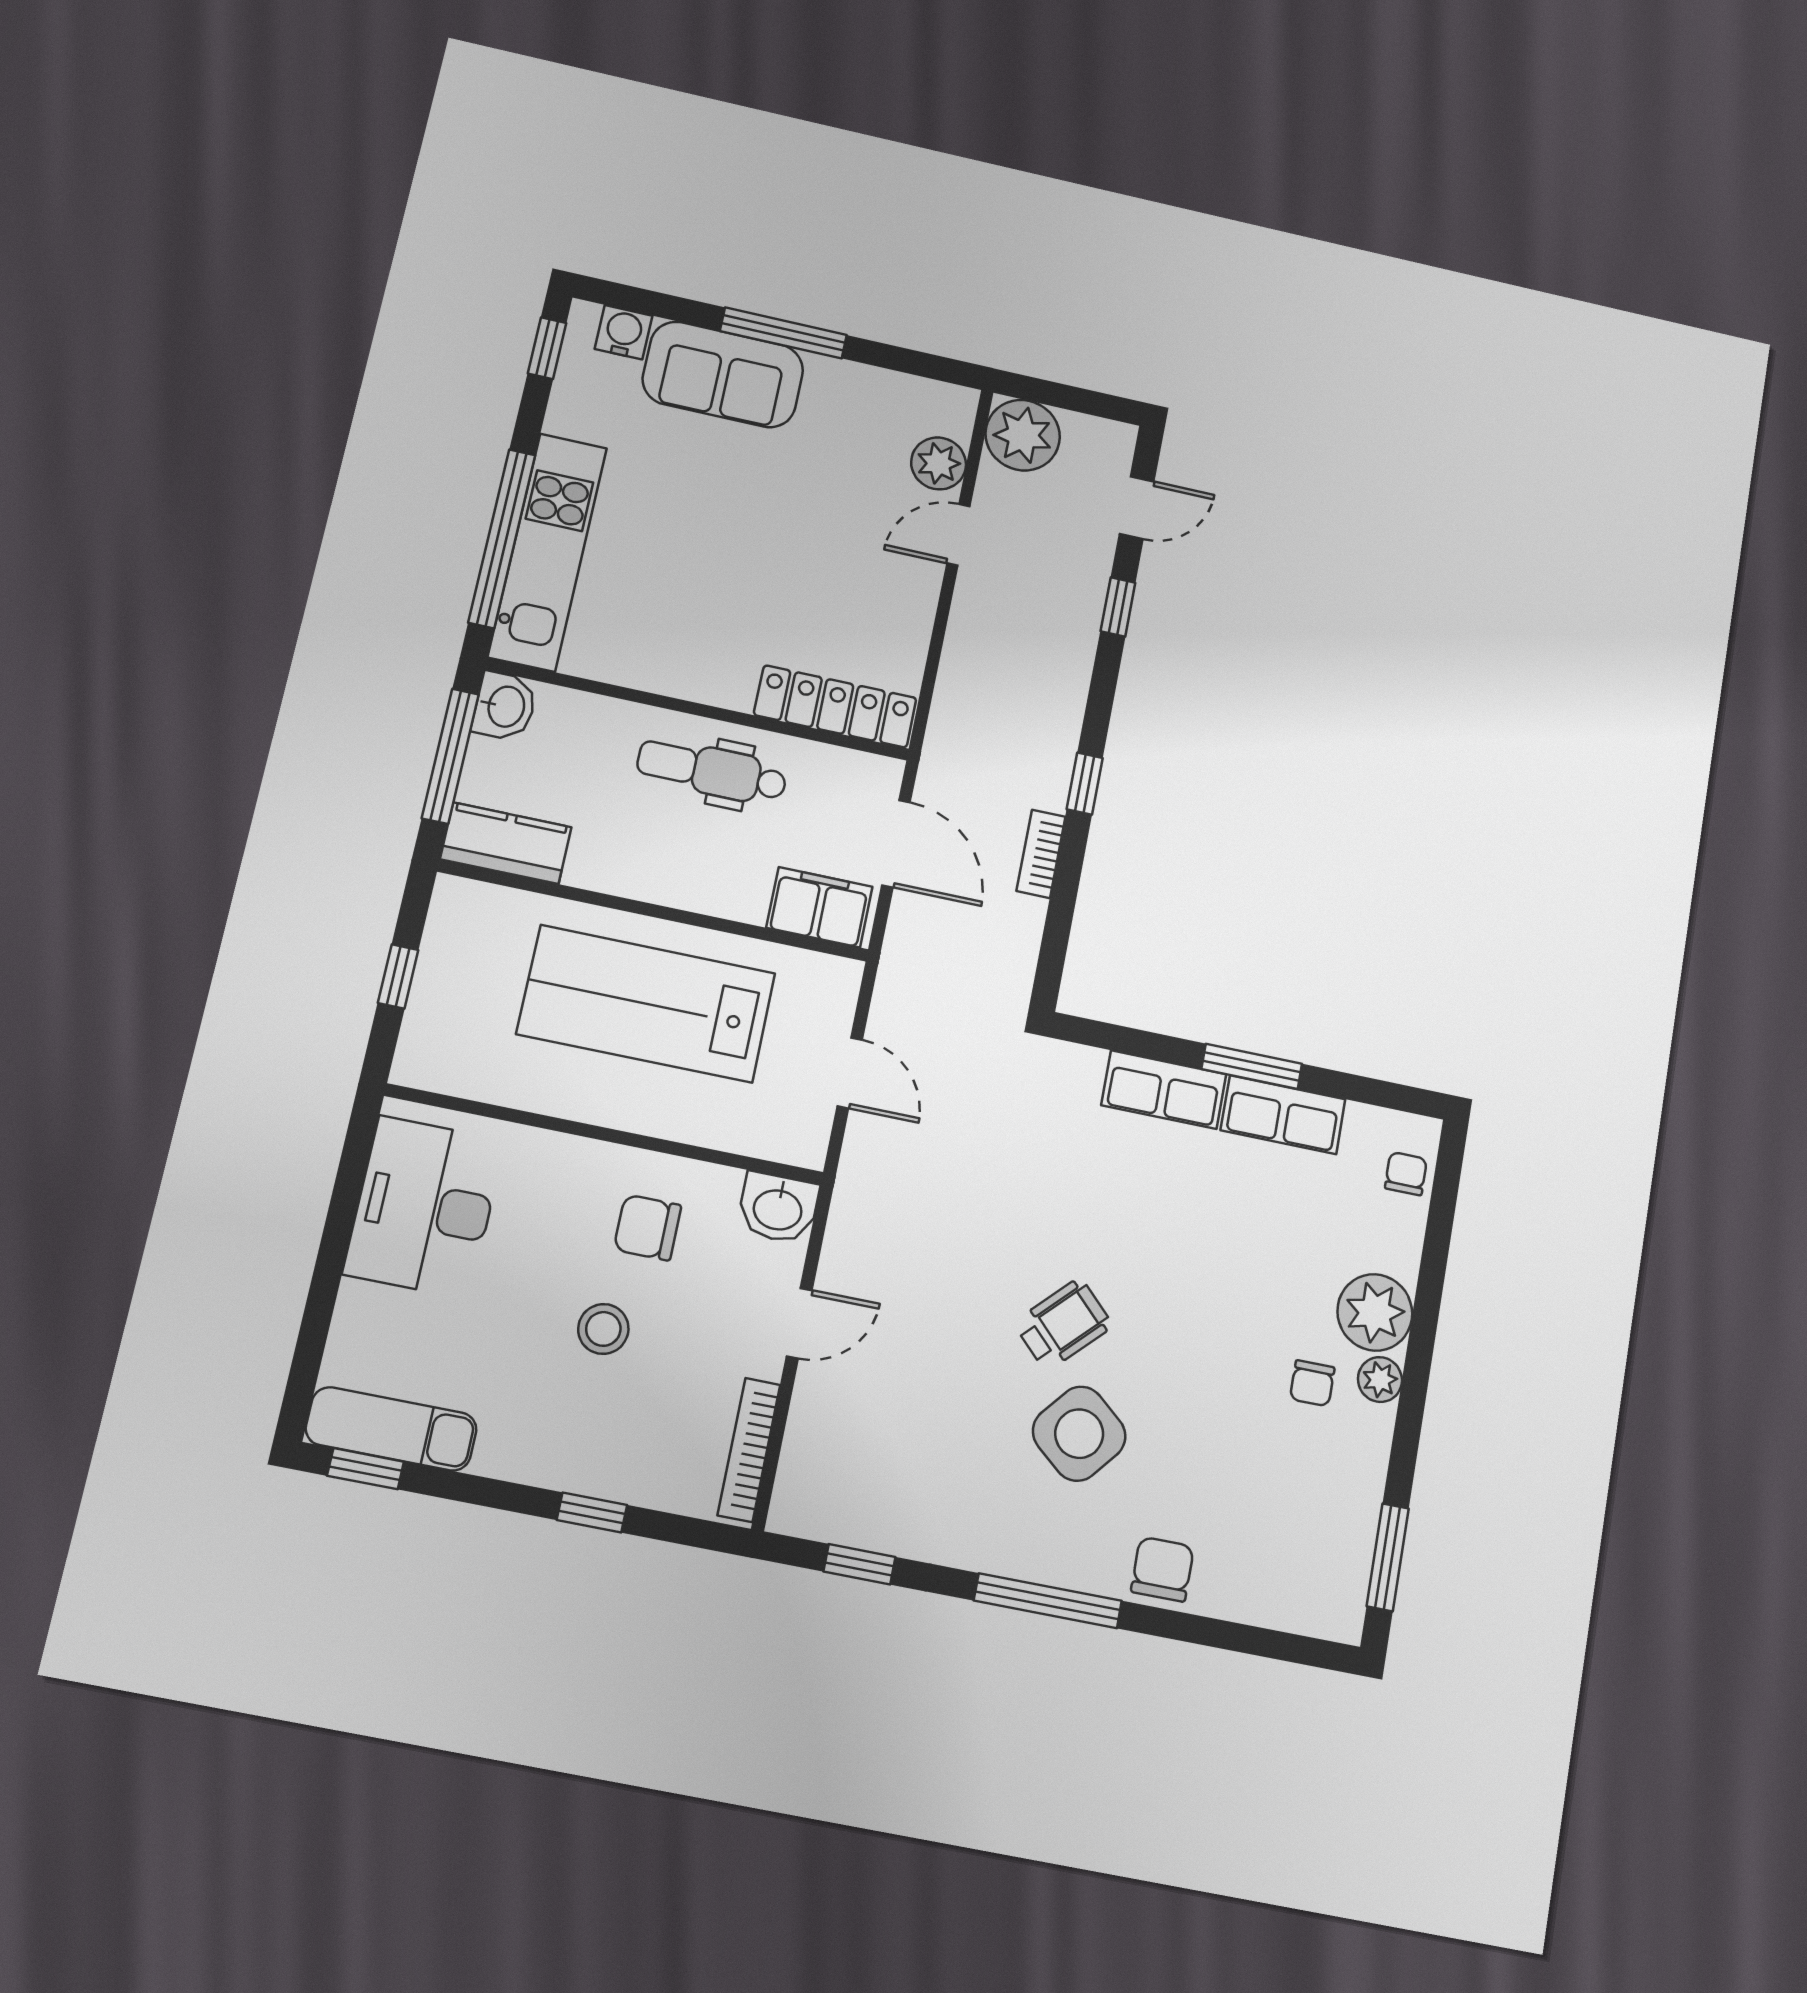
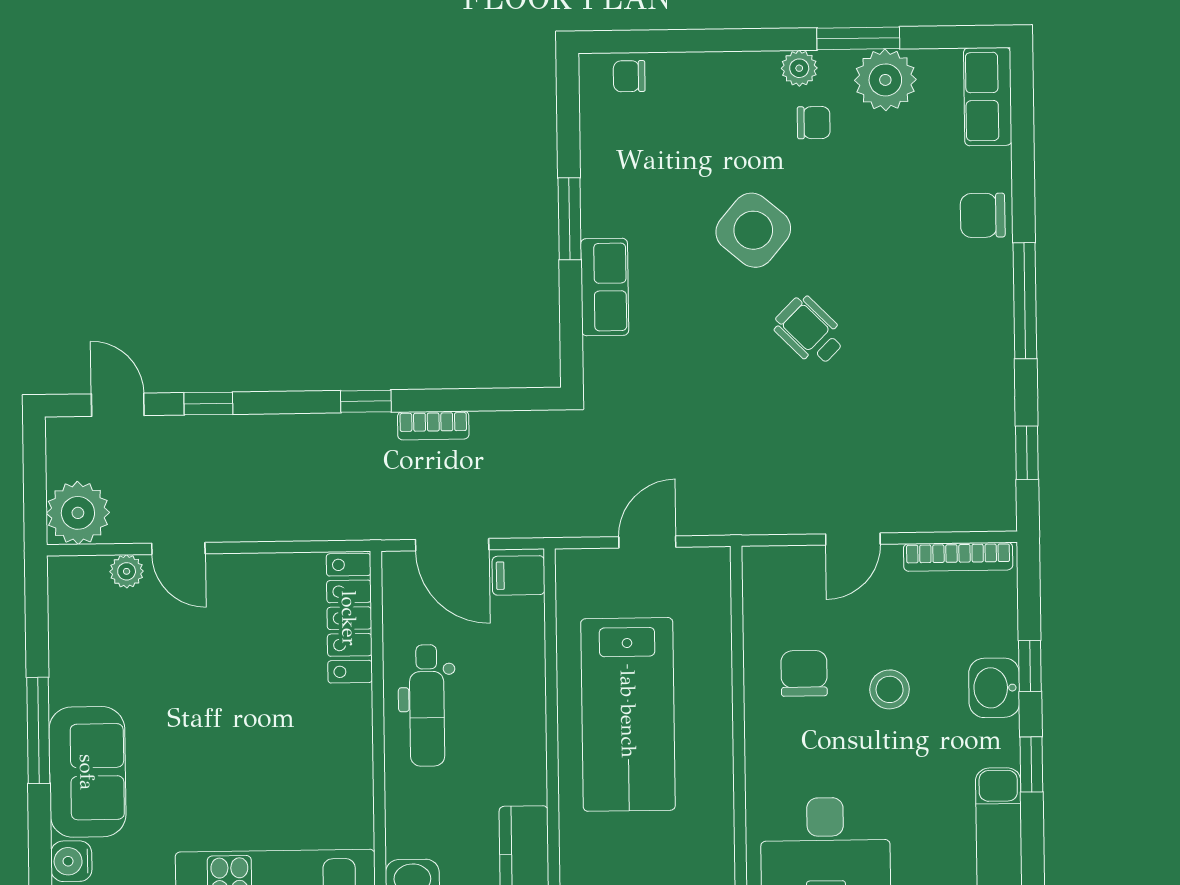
plant: (939, 463) -> (127, 571), width x0.73, depth x0.73
door: (896, 844) -> (452, 545), swing flipped
filing cabinet: (819, 907) -> (519, 575), width x0.50
row of seats: (1283, 1115) -> (988, 97), moved, turned 180
washbasin: (778, 1208) -> (994, 688), moved, turned 180
chair: (648, 1227) -> (804, 673), turned 180
plant: (1375, 1312) -> (885, 80), moved
door: (799, 1323) -> (853, 539), swing flipped
side table: (1079, 1434) -> (753, 230), moved
window: (366, 1469) -> (1031, 764), moved
window: (1388, 1557) -> (858, 38), moved

